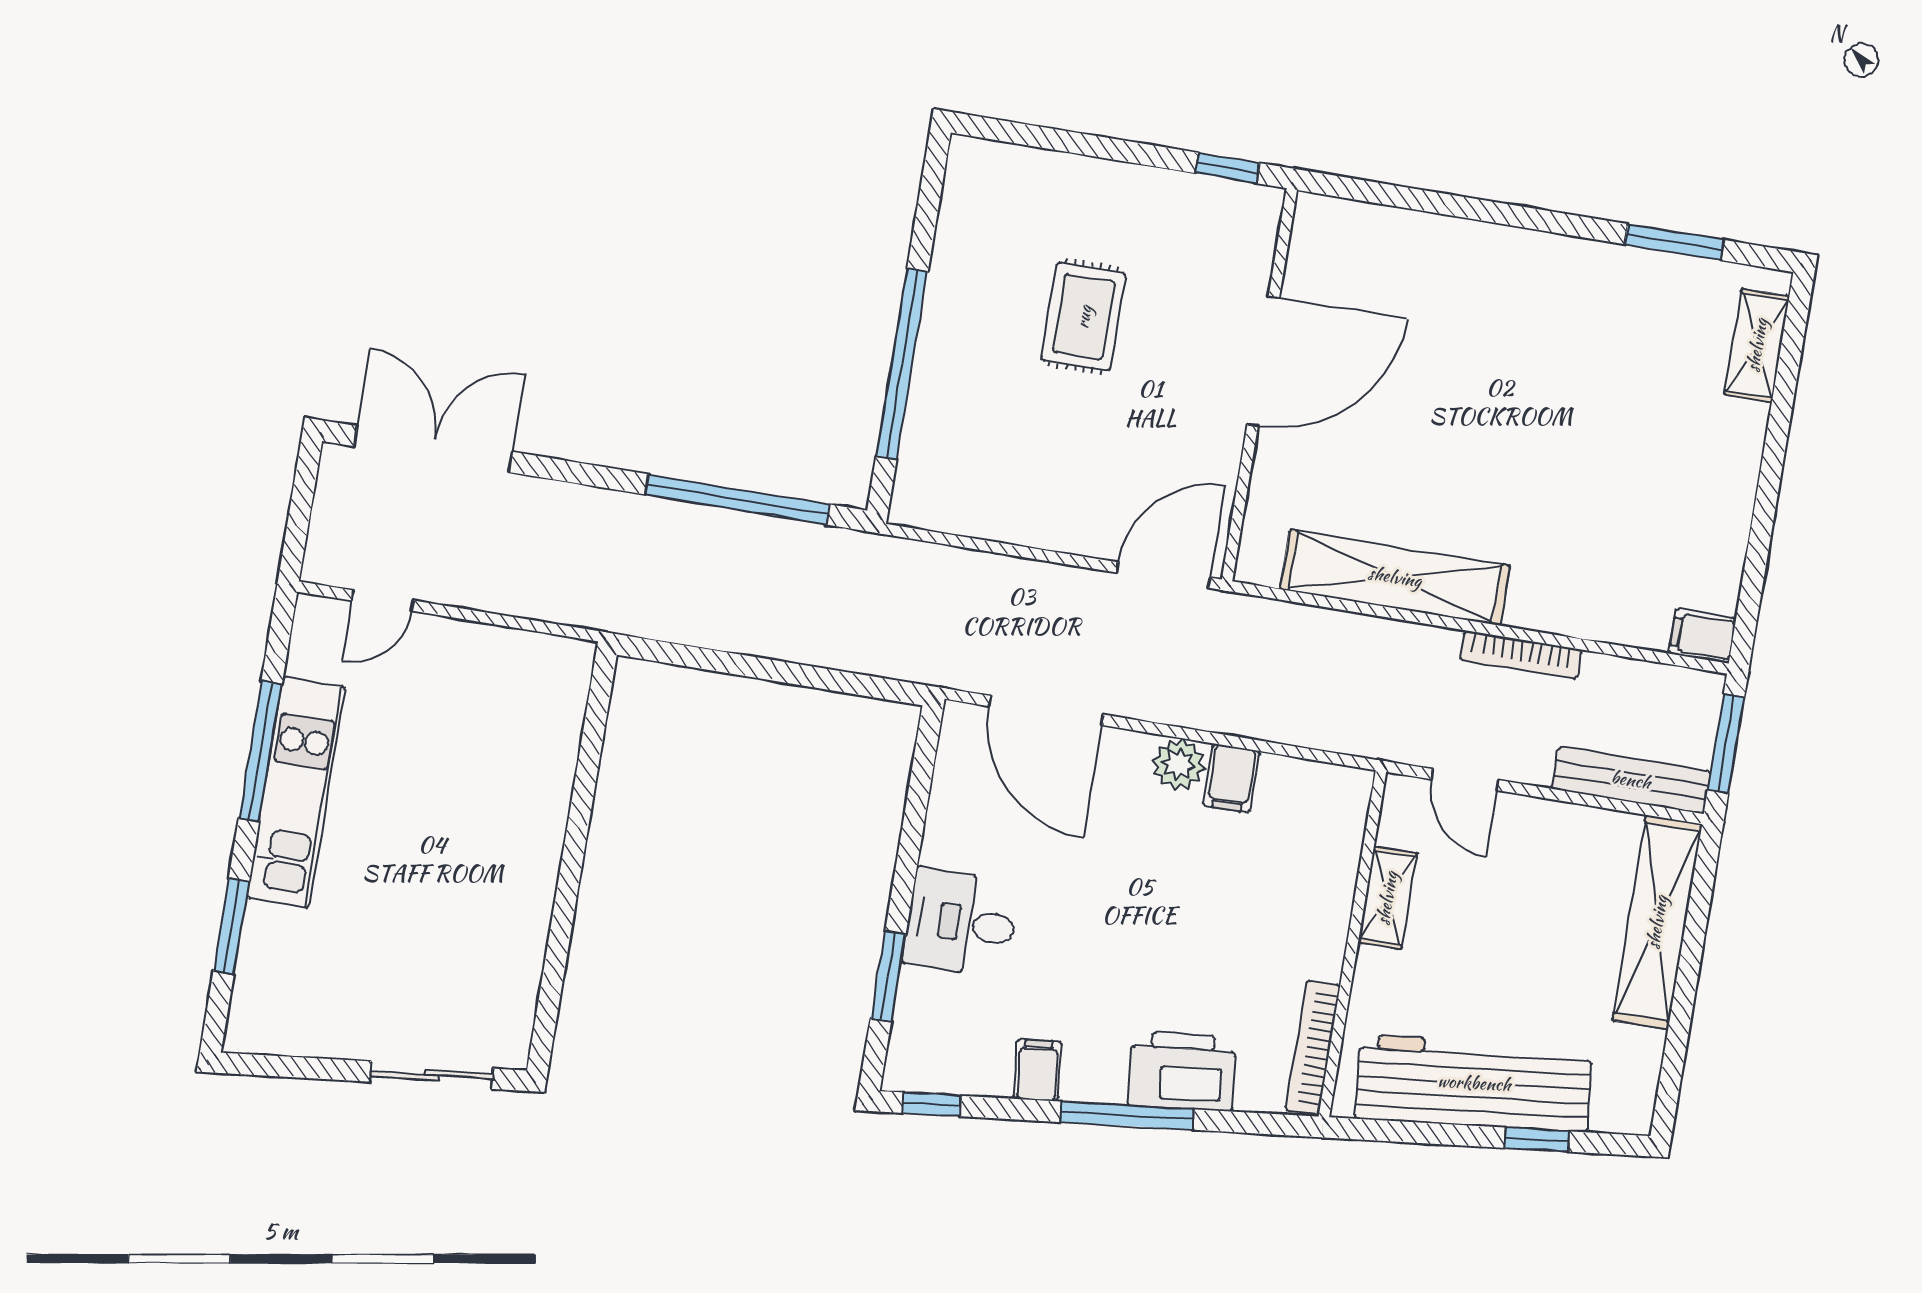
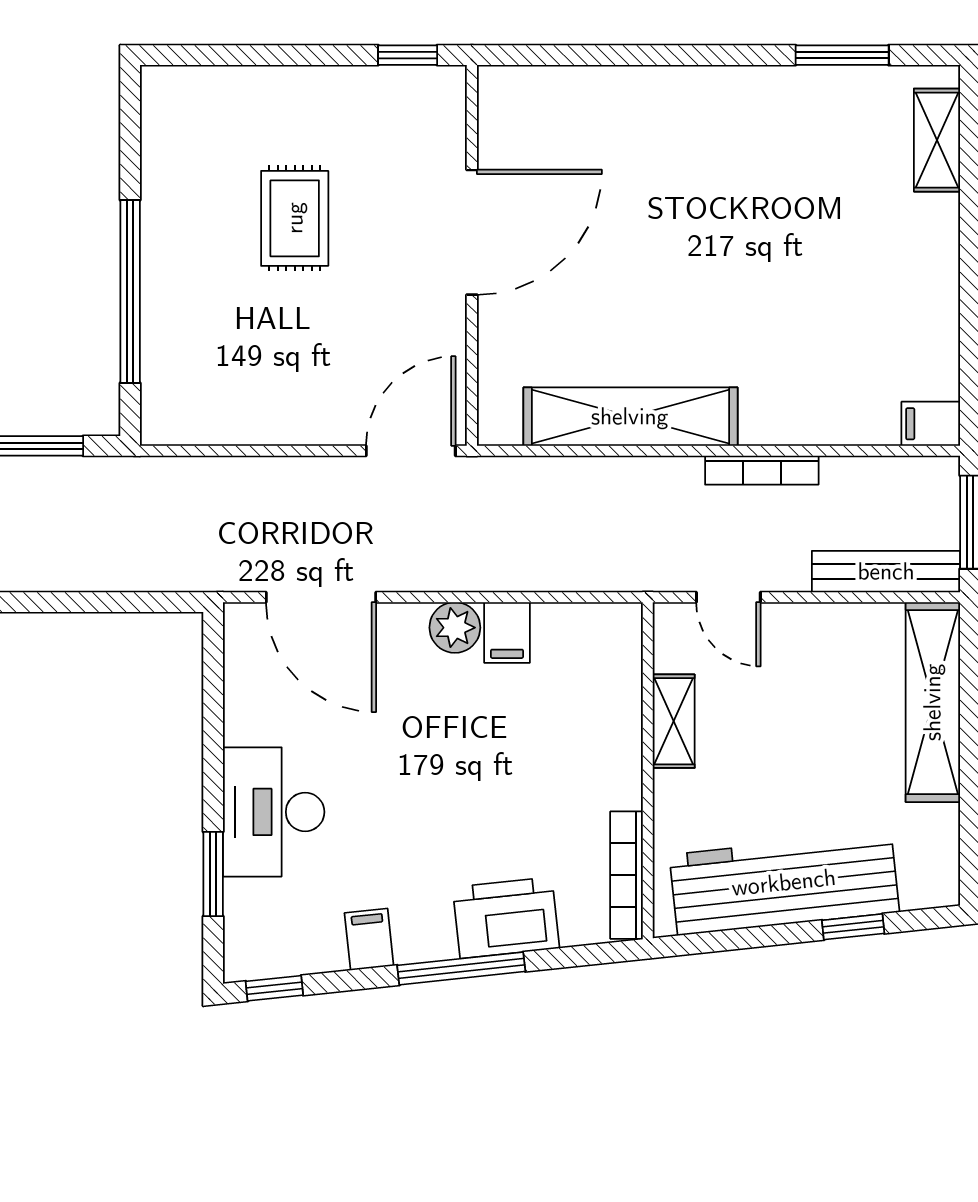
desk: (961, 923) -> (274, 812), width x1.37

